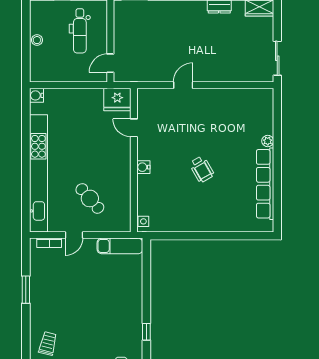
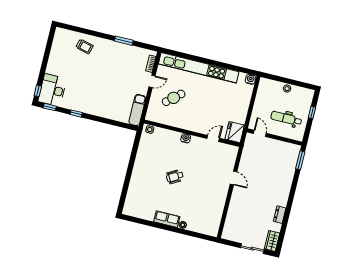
sliding door: (277, 58) -> (252, 249), moved
row of seats: (265, 184) -> (167, 219), width x0.50
door: (74, 235) -> (152, 81), swing flipped

